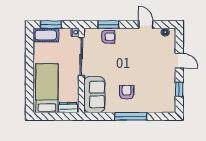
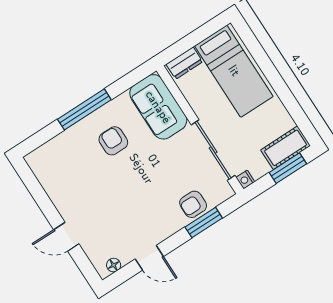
window: (179, 89) -> (39, 195), removed
armchair: (127, 92) -> (113, 141), turned 180

